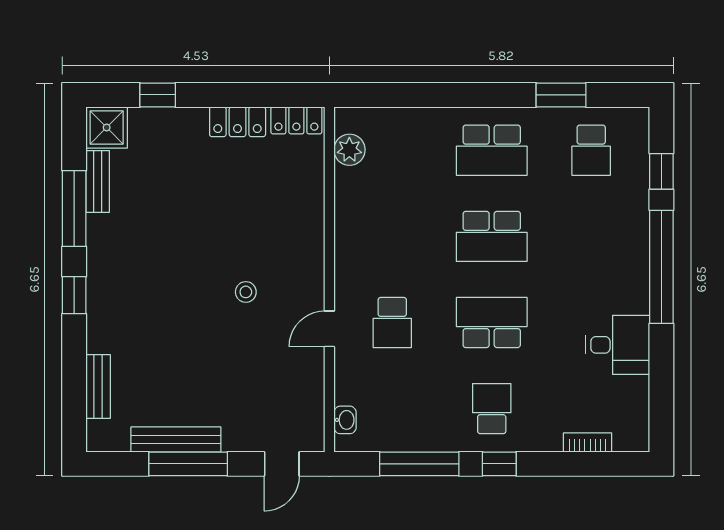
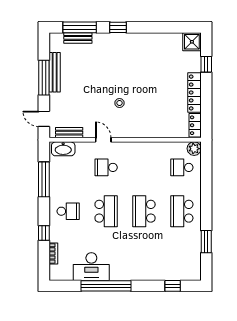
locker: (238, 122) -> (194, 92), width x1.53
plant: (349, 150) -> (194, 149), moved
school desk: (591, 150) -> (182, 167), moved
bench: (98, 181) -> (69, 133), moved
window: (74, 208) -> (80, 27), moved
window: (661, 267) -> (106, 286), moved
desk: (618, 345) -> (91, 267), width x1.37
washbasin: (345, 420) -> (63, 149), width x1.91, depth x1.45
window: (499, 464) -> (44, 233), moved

